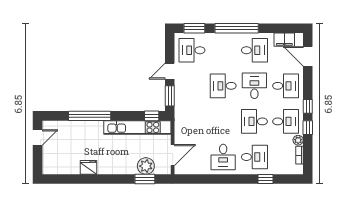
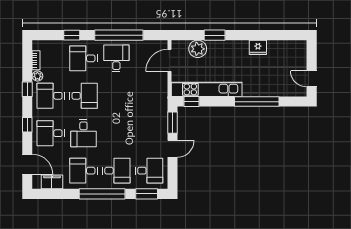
desk: (223, 86) -> (116, 171), moved
window: (308, 106) -> (27, 125), moved
door: (38, 137) -> (312, 79), hinge flipped
window: (145, 179) -> (215, 35), moved
window: (221, 179) -> (119, 35), added

